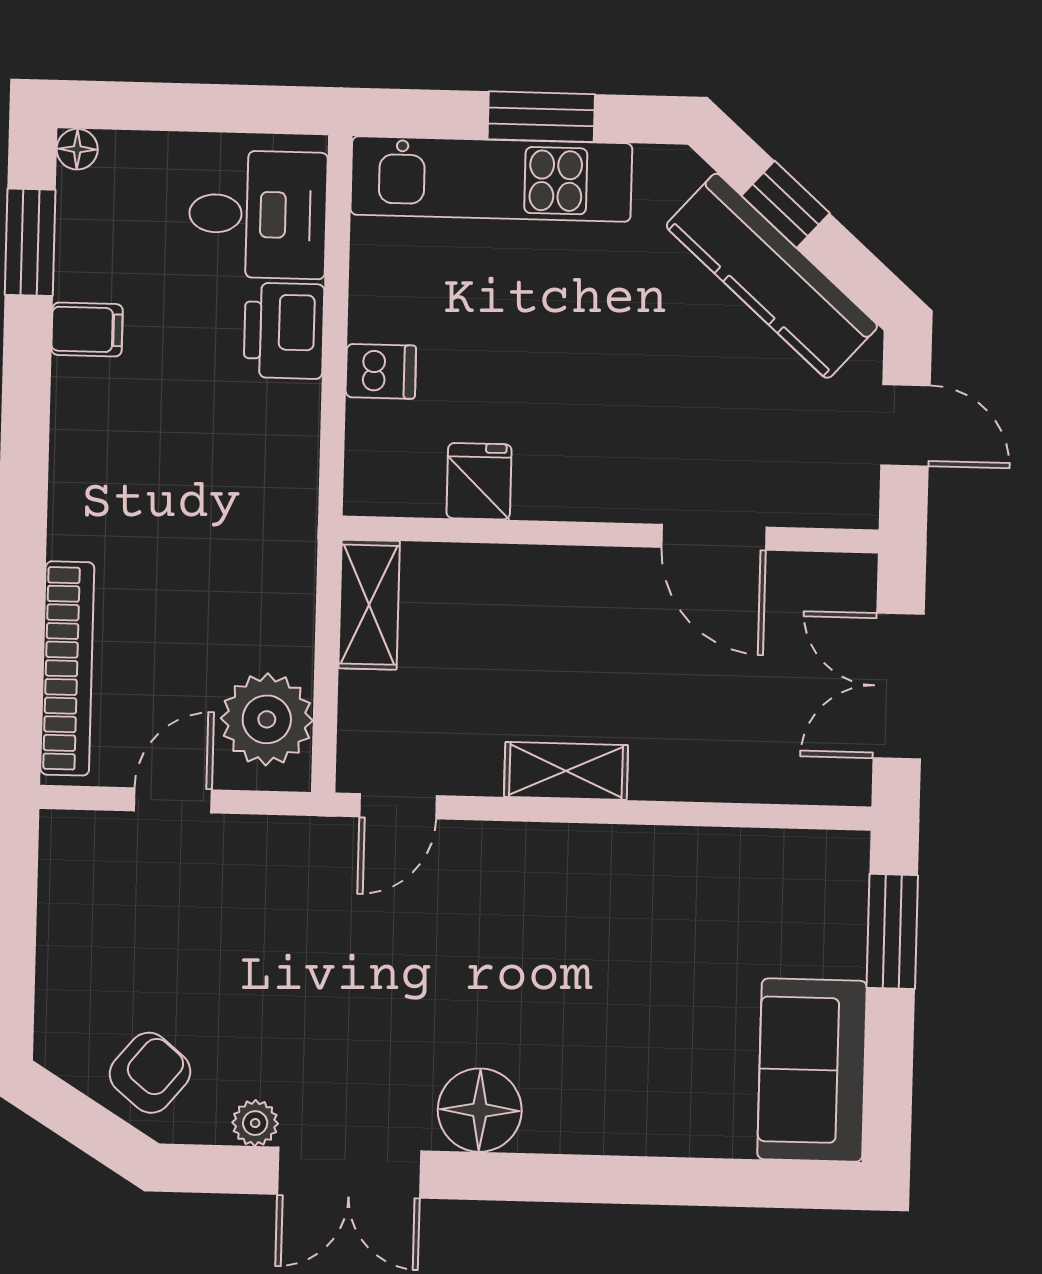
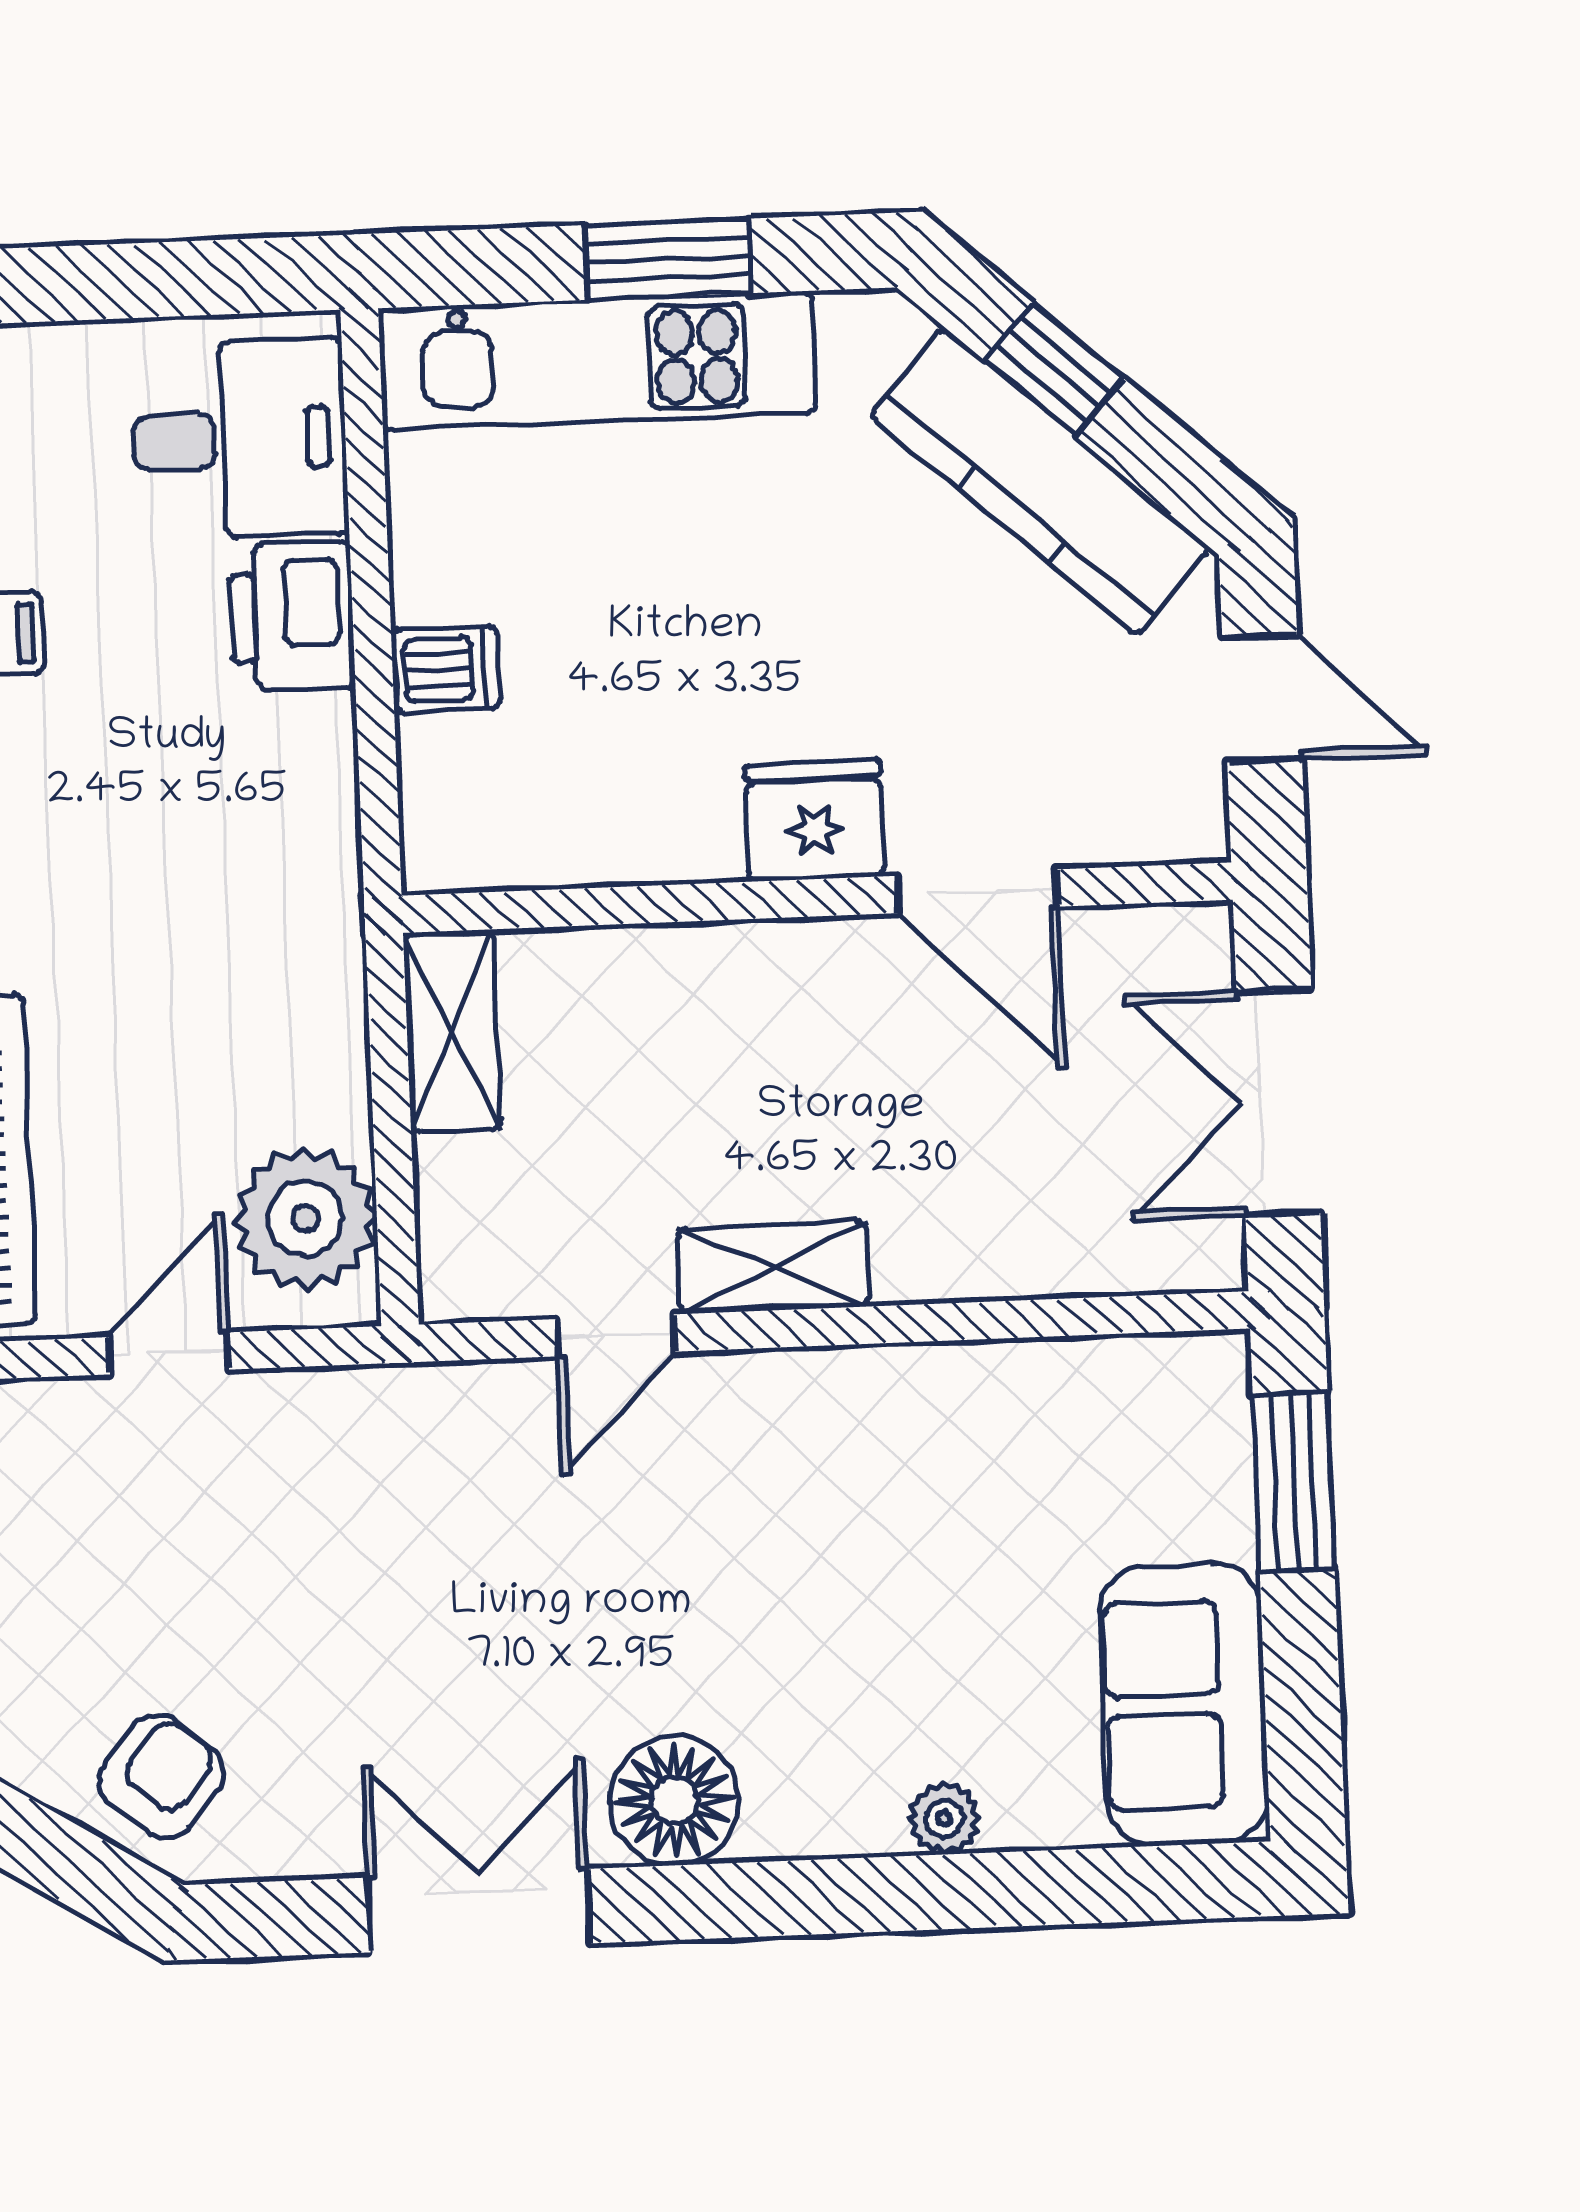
fridge: (479, 481) -> (815, 821), moved, width x1.38
door: (398, 806) -> (615, 1335), moved
plant: (255, 1123) -> (944, 1819), moved
double door: (349, 1173) -> (479, 1911), swing flipped

